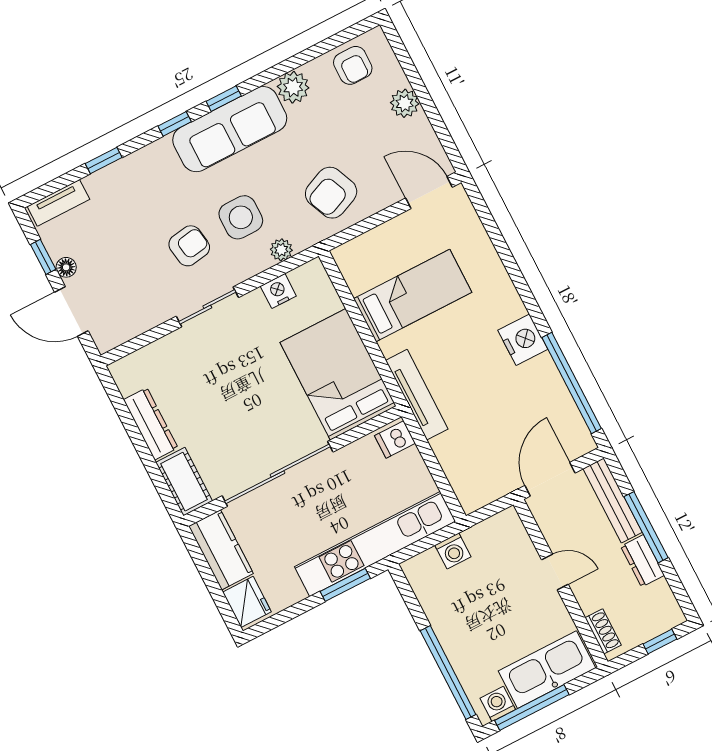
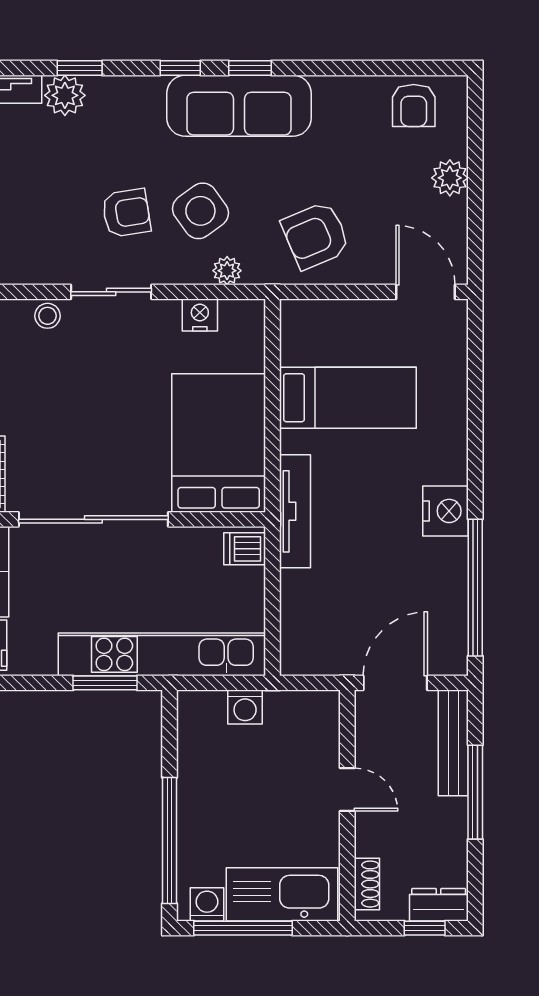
plant: (293, 87) -> (65, 95), moved
side table: (241, 217) -> (200, 211), turned -36
stool: (171, 347) -> (48, 316), added
dresser: (642, 561) -> (439, 905), moved, turned 90

